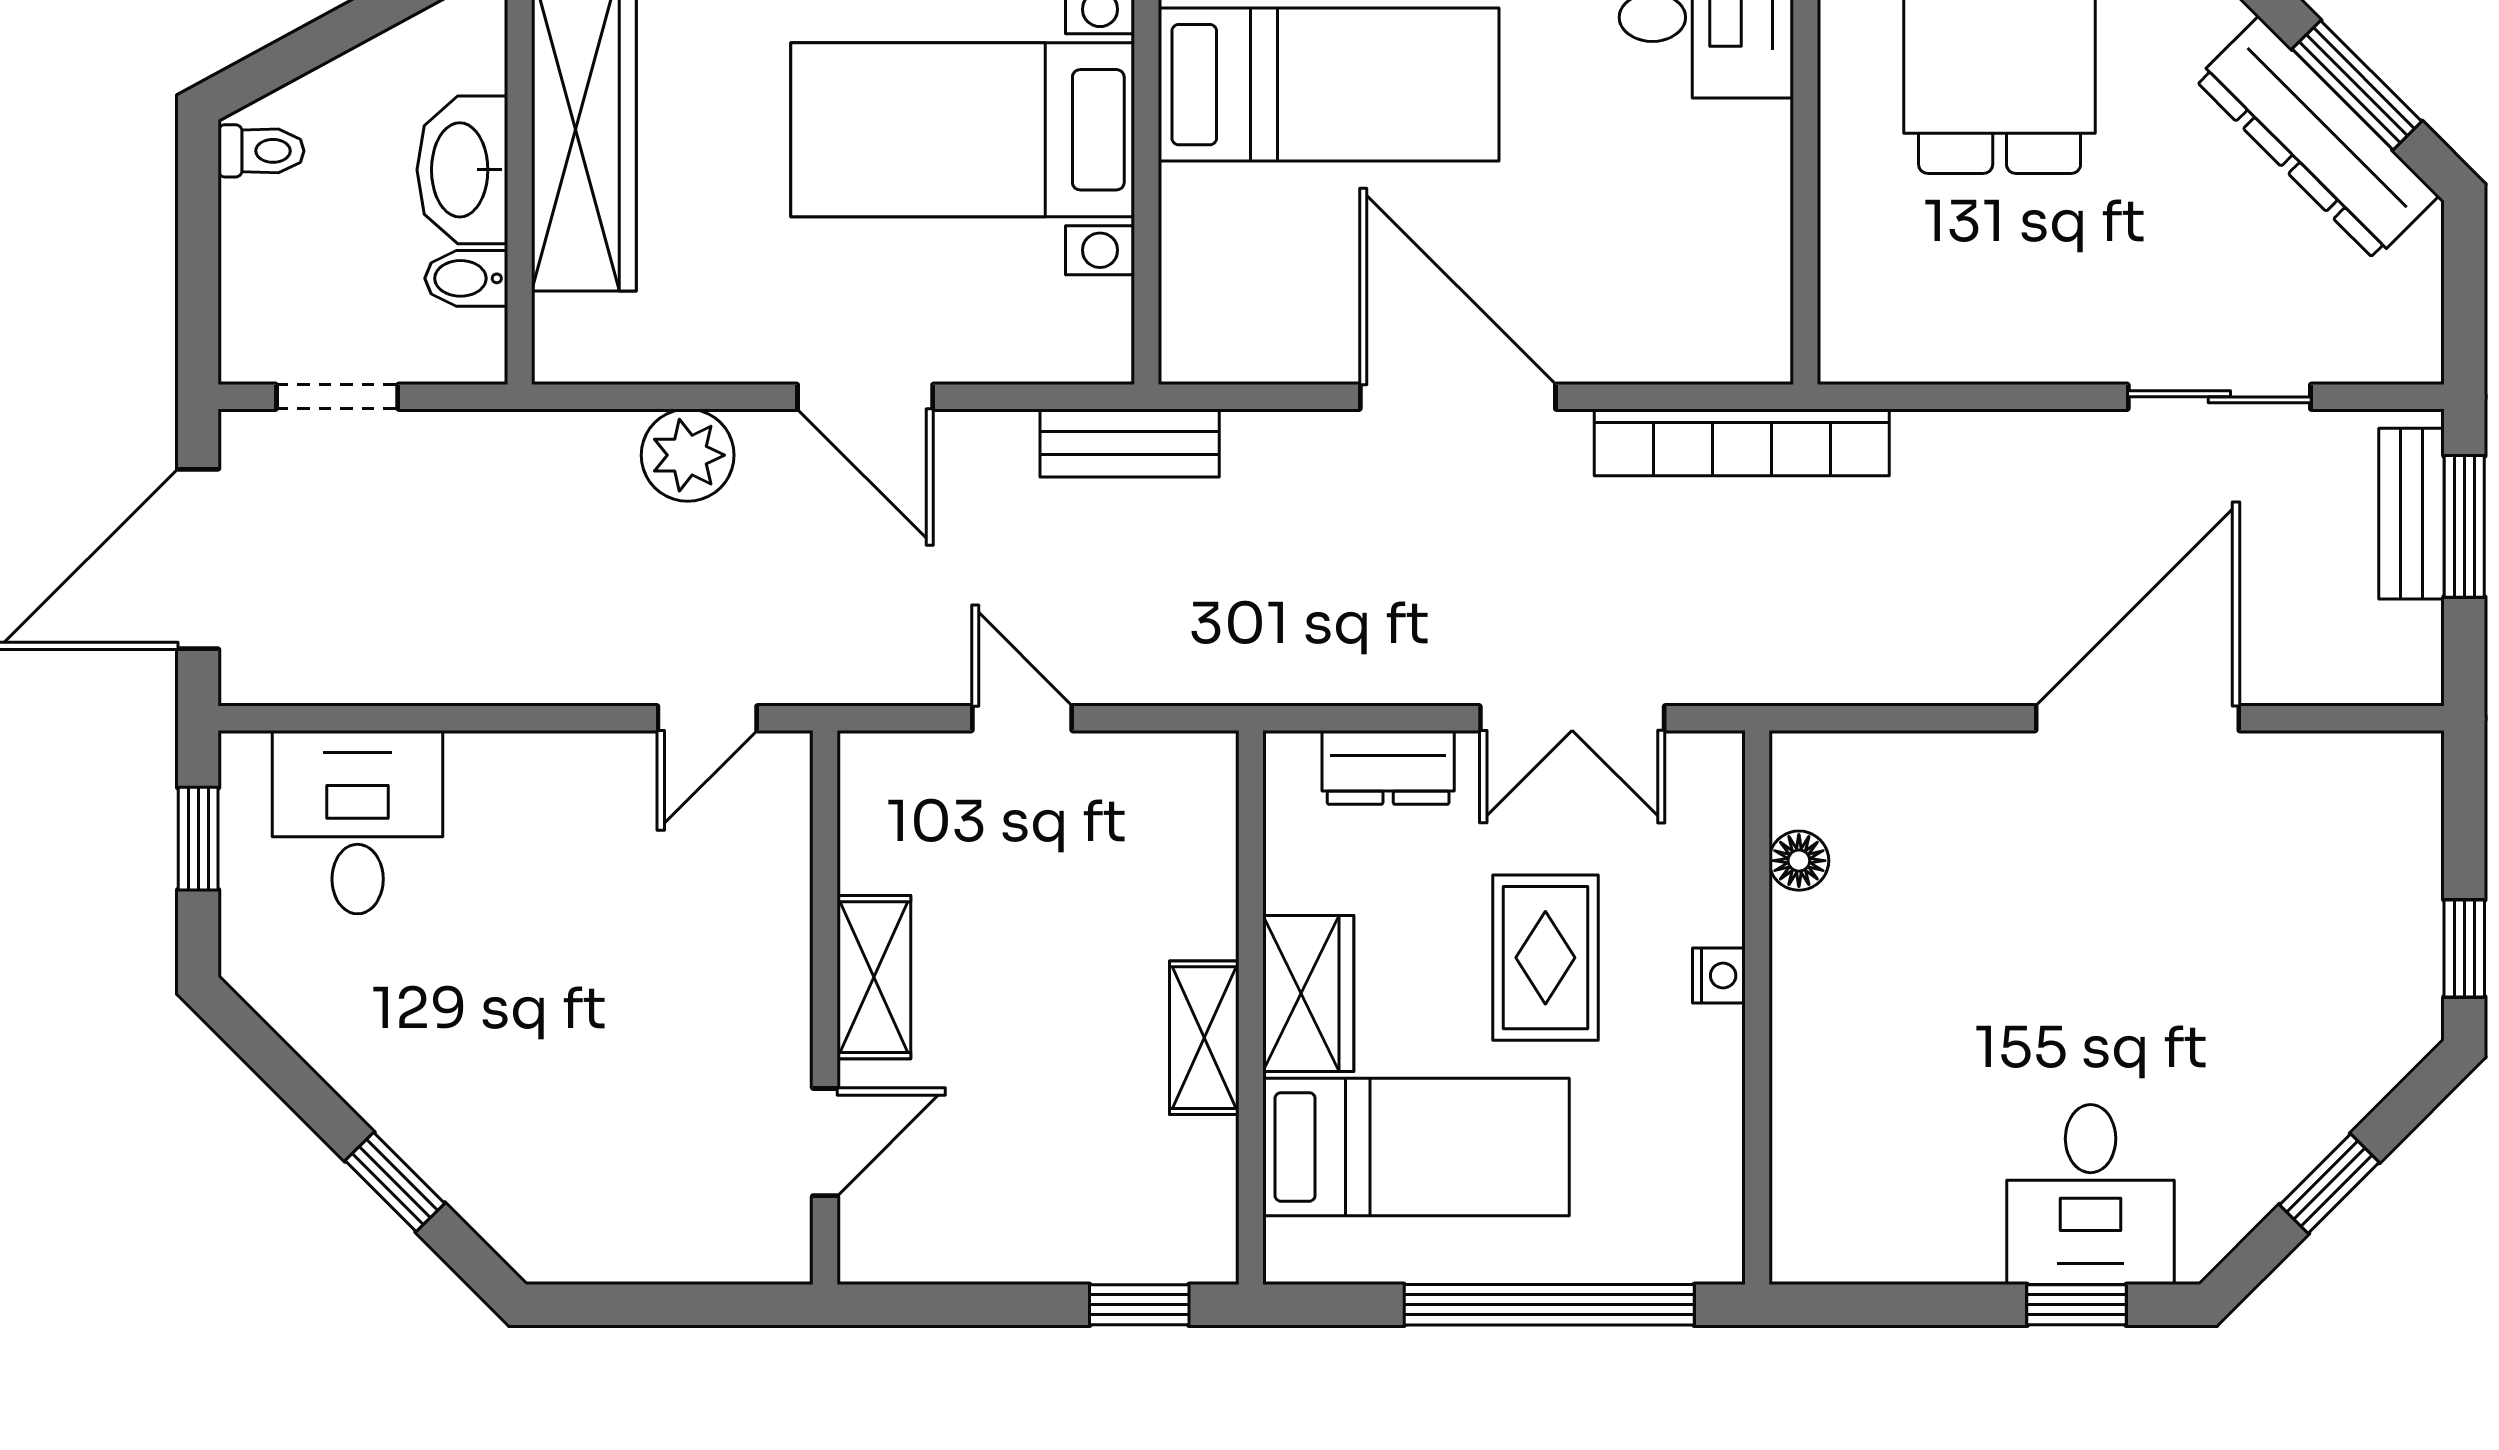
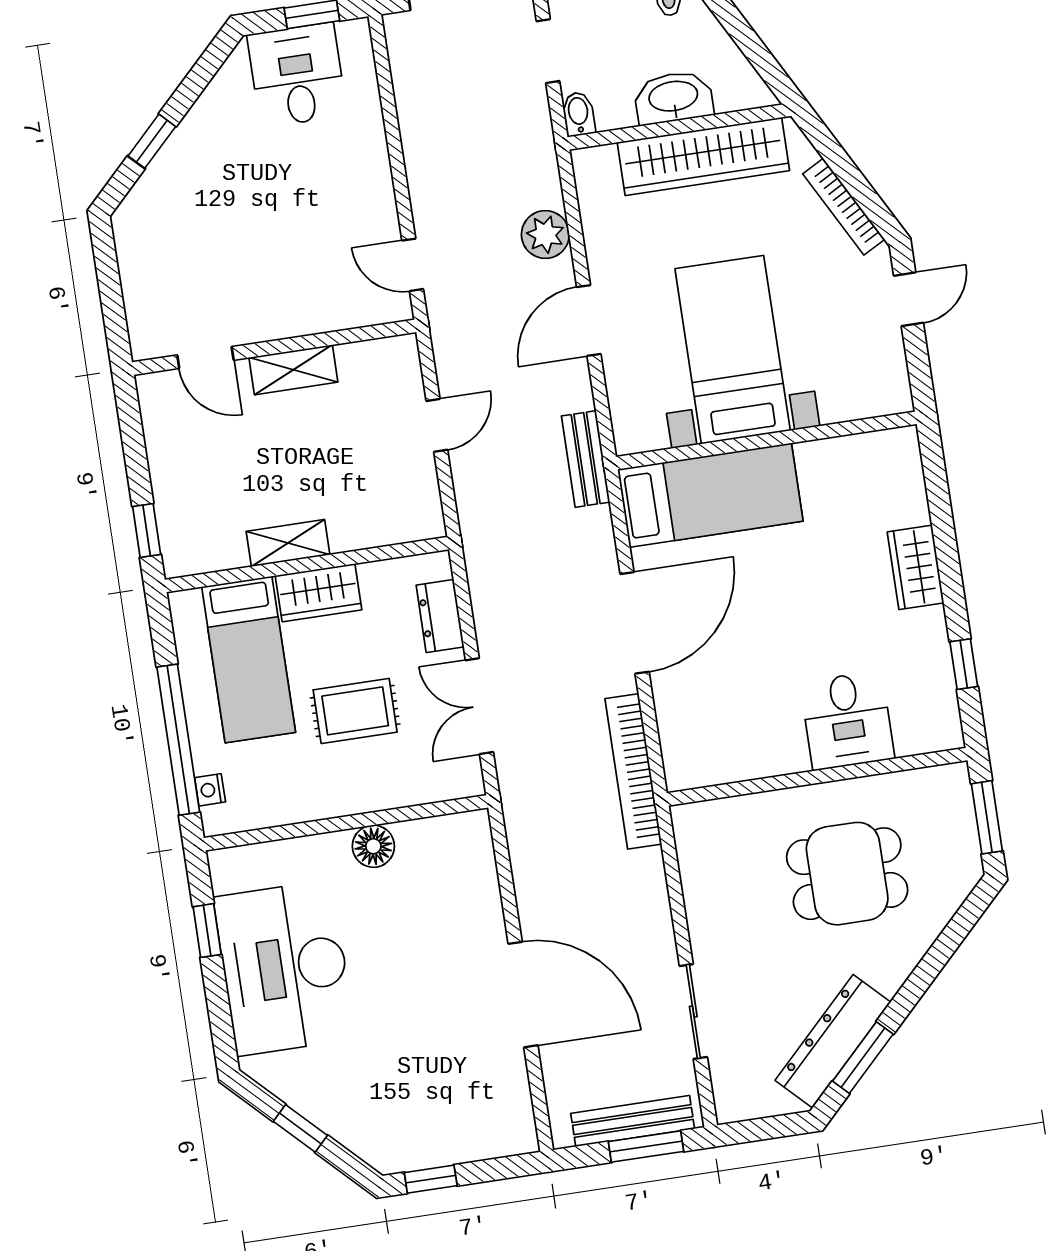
bed: (1329, 85) -> (710, 495), moved, turned -90
bidet: (466, 278) -> (579, 114), moved
bench: (2412, 514) -> (633, 1121), width x1.36
desk: (358, 822) -> (297, 75), moved, turned -90
floor lamp: (1799, 861) -> (373, 846), moved, width x1.37, depth x1.37
nightstand: (1719, 975) -> (210, 790), moved, turned 90
desk: (2091, 1195) -> (284, 968), width x1.87, depth x1.30
window: (2077, 1305) -> (207, 931), moved

